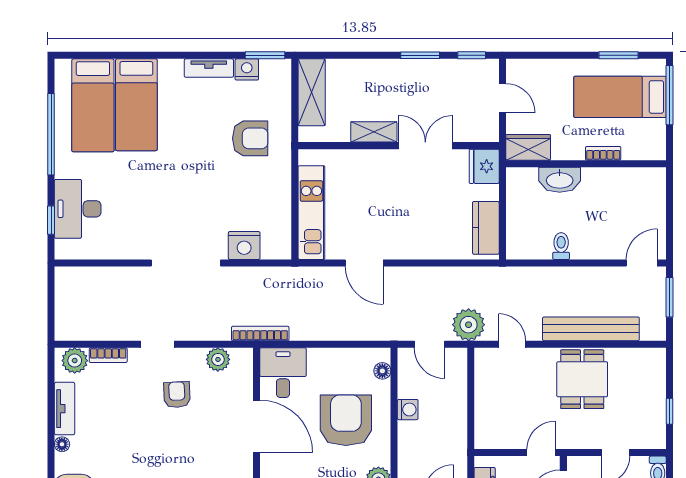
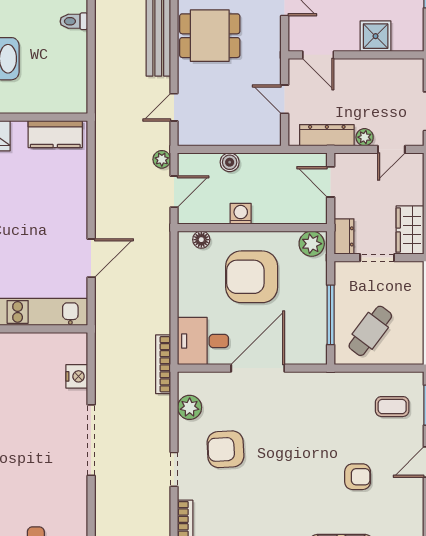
nightstand: (244, 245) -> (77, 376), width x0.74, depth x0.75
toilet: (561, 246) -> (74, 21), moved
plant: (469, 325) -> (162, 159), width x0.53, depth x0.53
armchair: (177, 395) -> (225, 449), width x1.38, depth x1.38
boiler: (458, 399) -> (230, 162), added
door: (541, 453) -> (285, 99), moved

